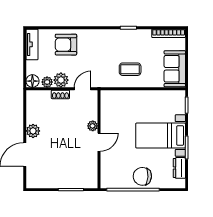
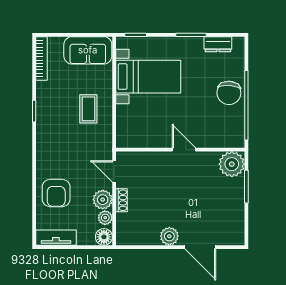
plant: (93, 126) -> (232, 164), moved, width x1.88, depth x1.88
bed with nightstands: (161, 136) -> (148, 77), moved, turned -90

